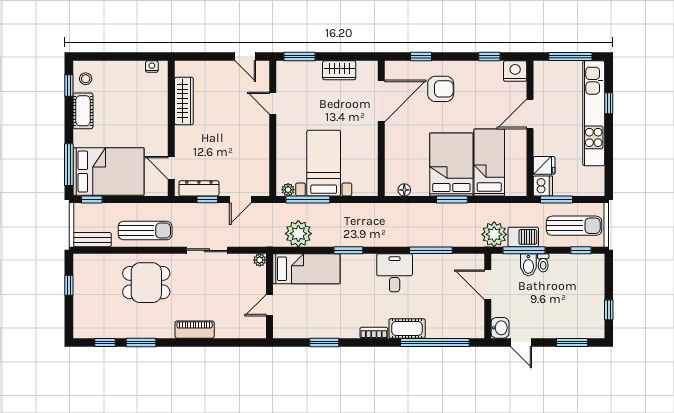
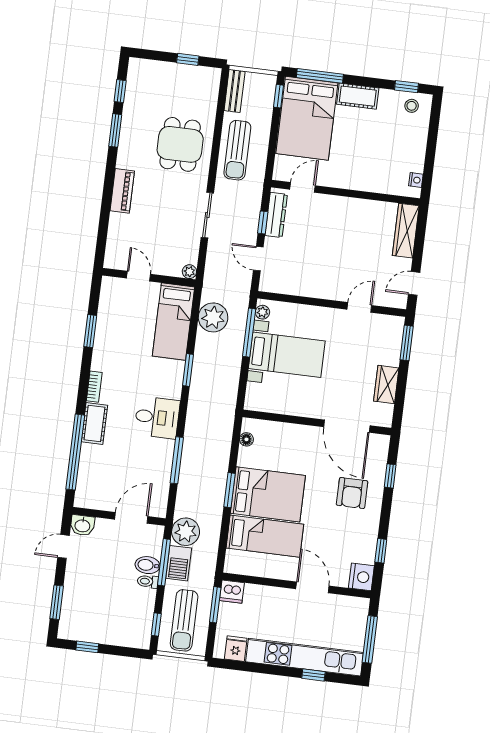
wardrobe: (184, 101) -> (406, 231), moved, turned 90
cot: (83, 111) -> (358, 96), moved
fridge: (544, 165) -> (236, 649), moved, turned 180

